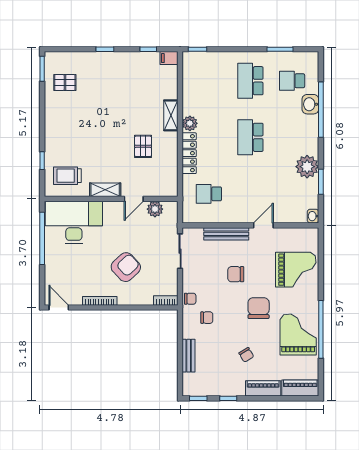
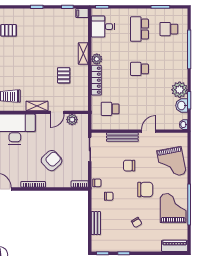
desk: (198, 77) -> (103, 27), added
washbasin: (310, 104) -> (182, 106), moved
school desk: (250, 137) -> (139, 69), width x0.54
grand piano: (296, 270) -> (171, 162), turned 79
chair: (259, 308) -> (145, 190), turned 90
piano: (263, 388) -> (148, 246), removed

